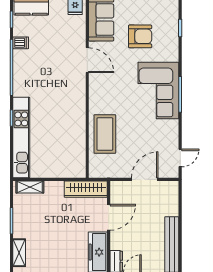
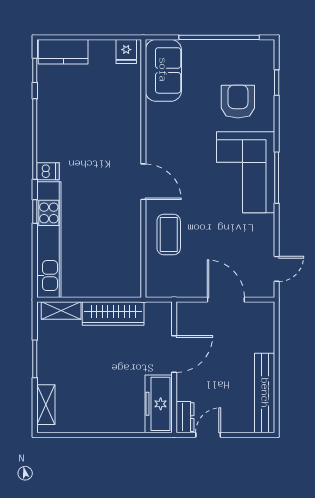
armchair: (140, 36) -> (238, 102), moved, turned -90
dishwasher: (21, 43) -> (48, 171), moved
door: (87, 60) -> (143, 182), moved
coffee table: (105, 134) -> (169, 235), width x0.73, depth x0.76
door: (145, 179) -> (226, 300), hinge flipped
wardrobe: (86, 189) -> (113, 314), moved

